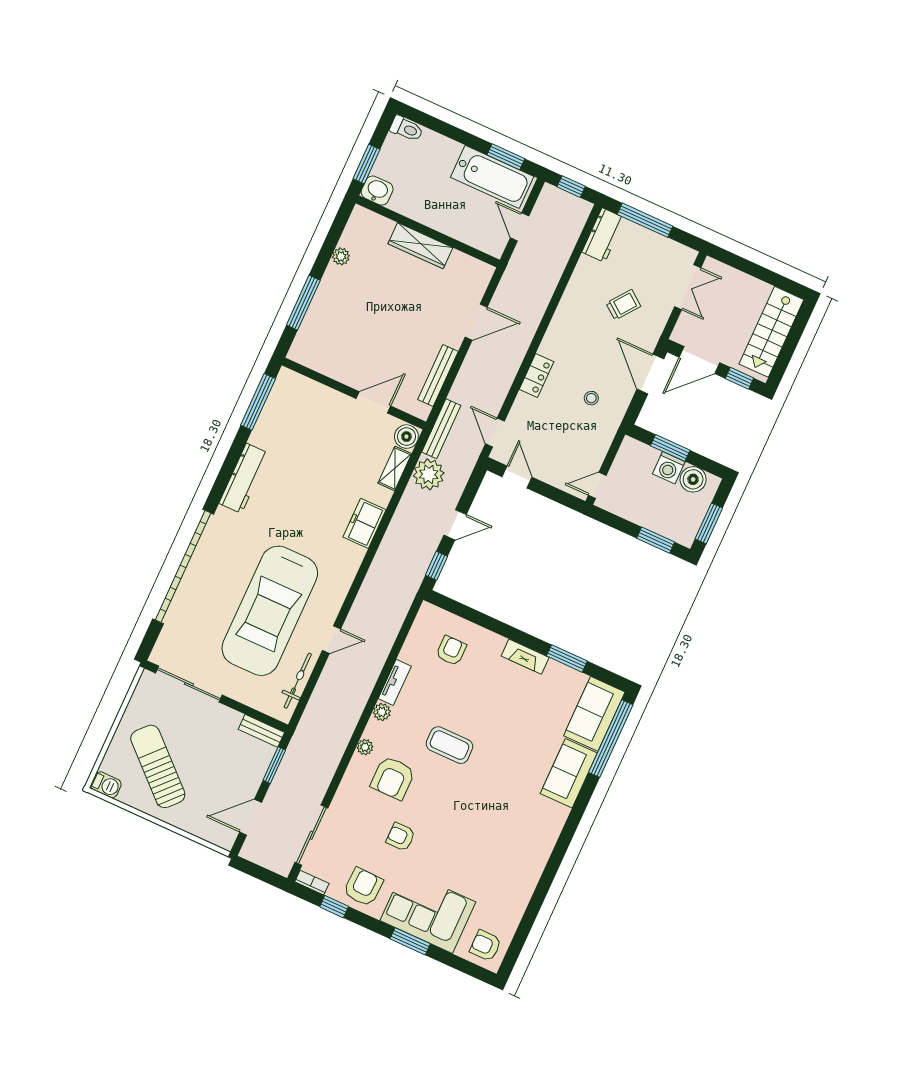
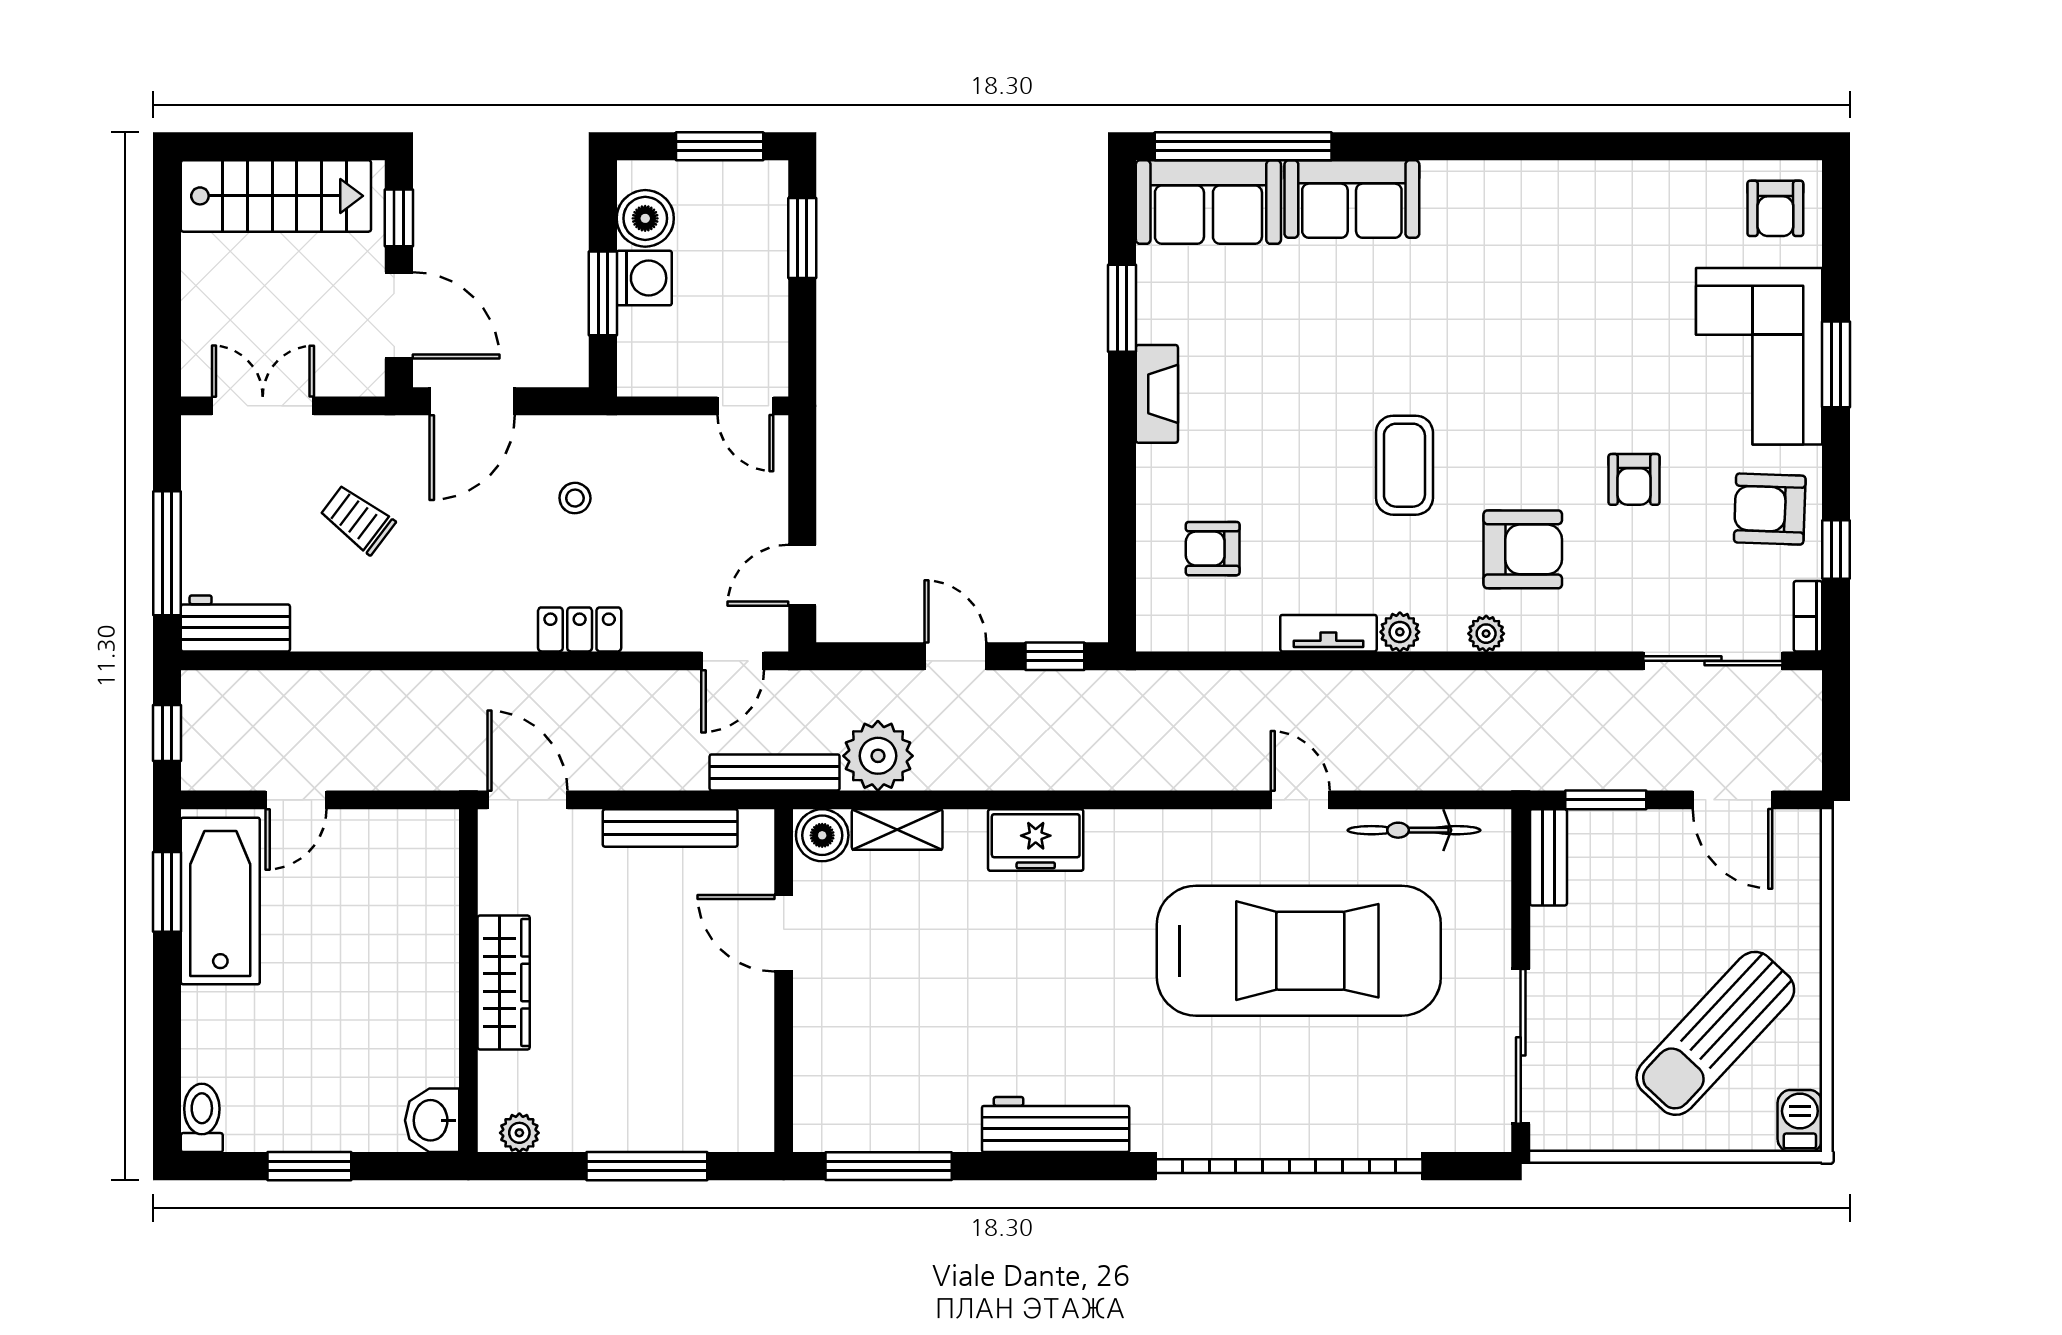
washbasin: (377, 191) -> (432, 1120), moved
wall: (428, 232) -> (468, 981), moved
wardrobe: (420, 246) -> (504, 983), moved

